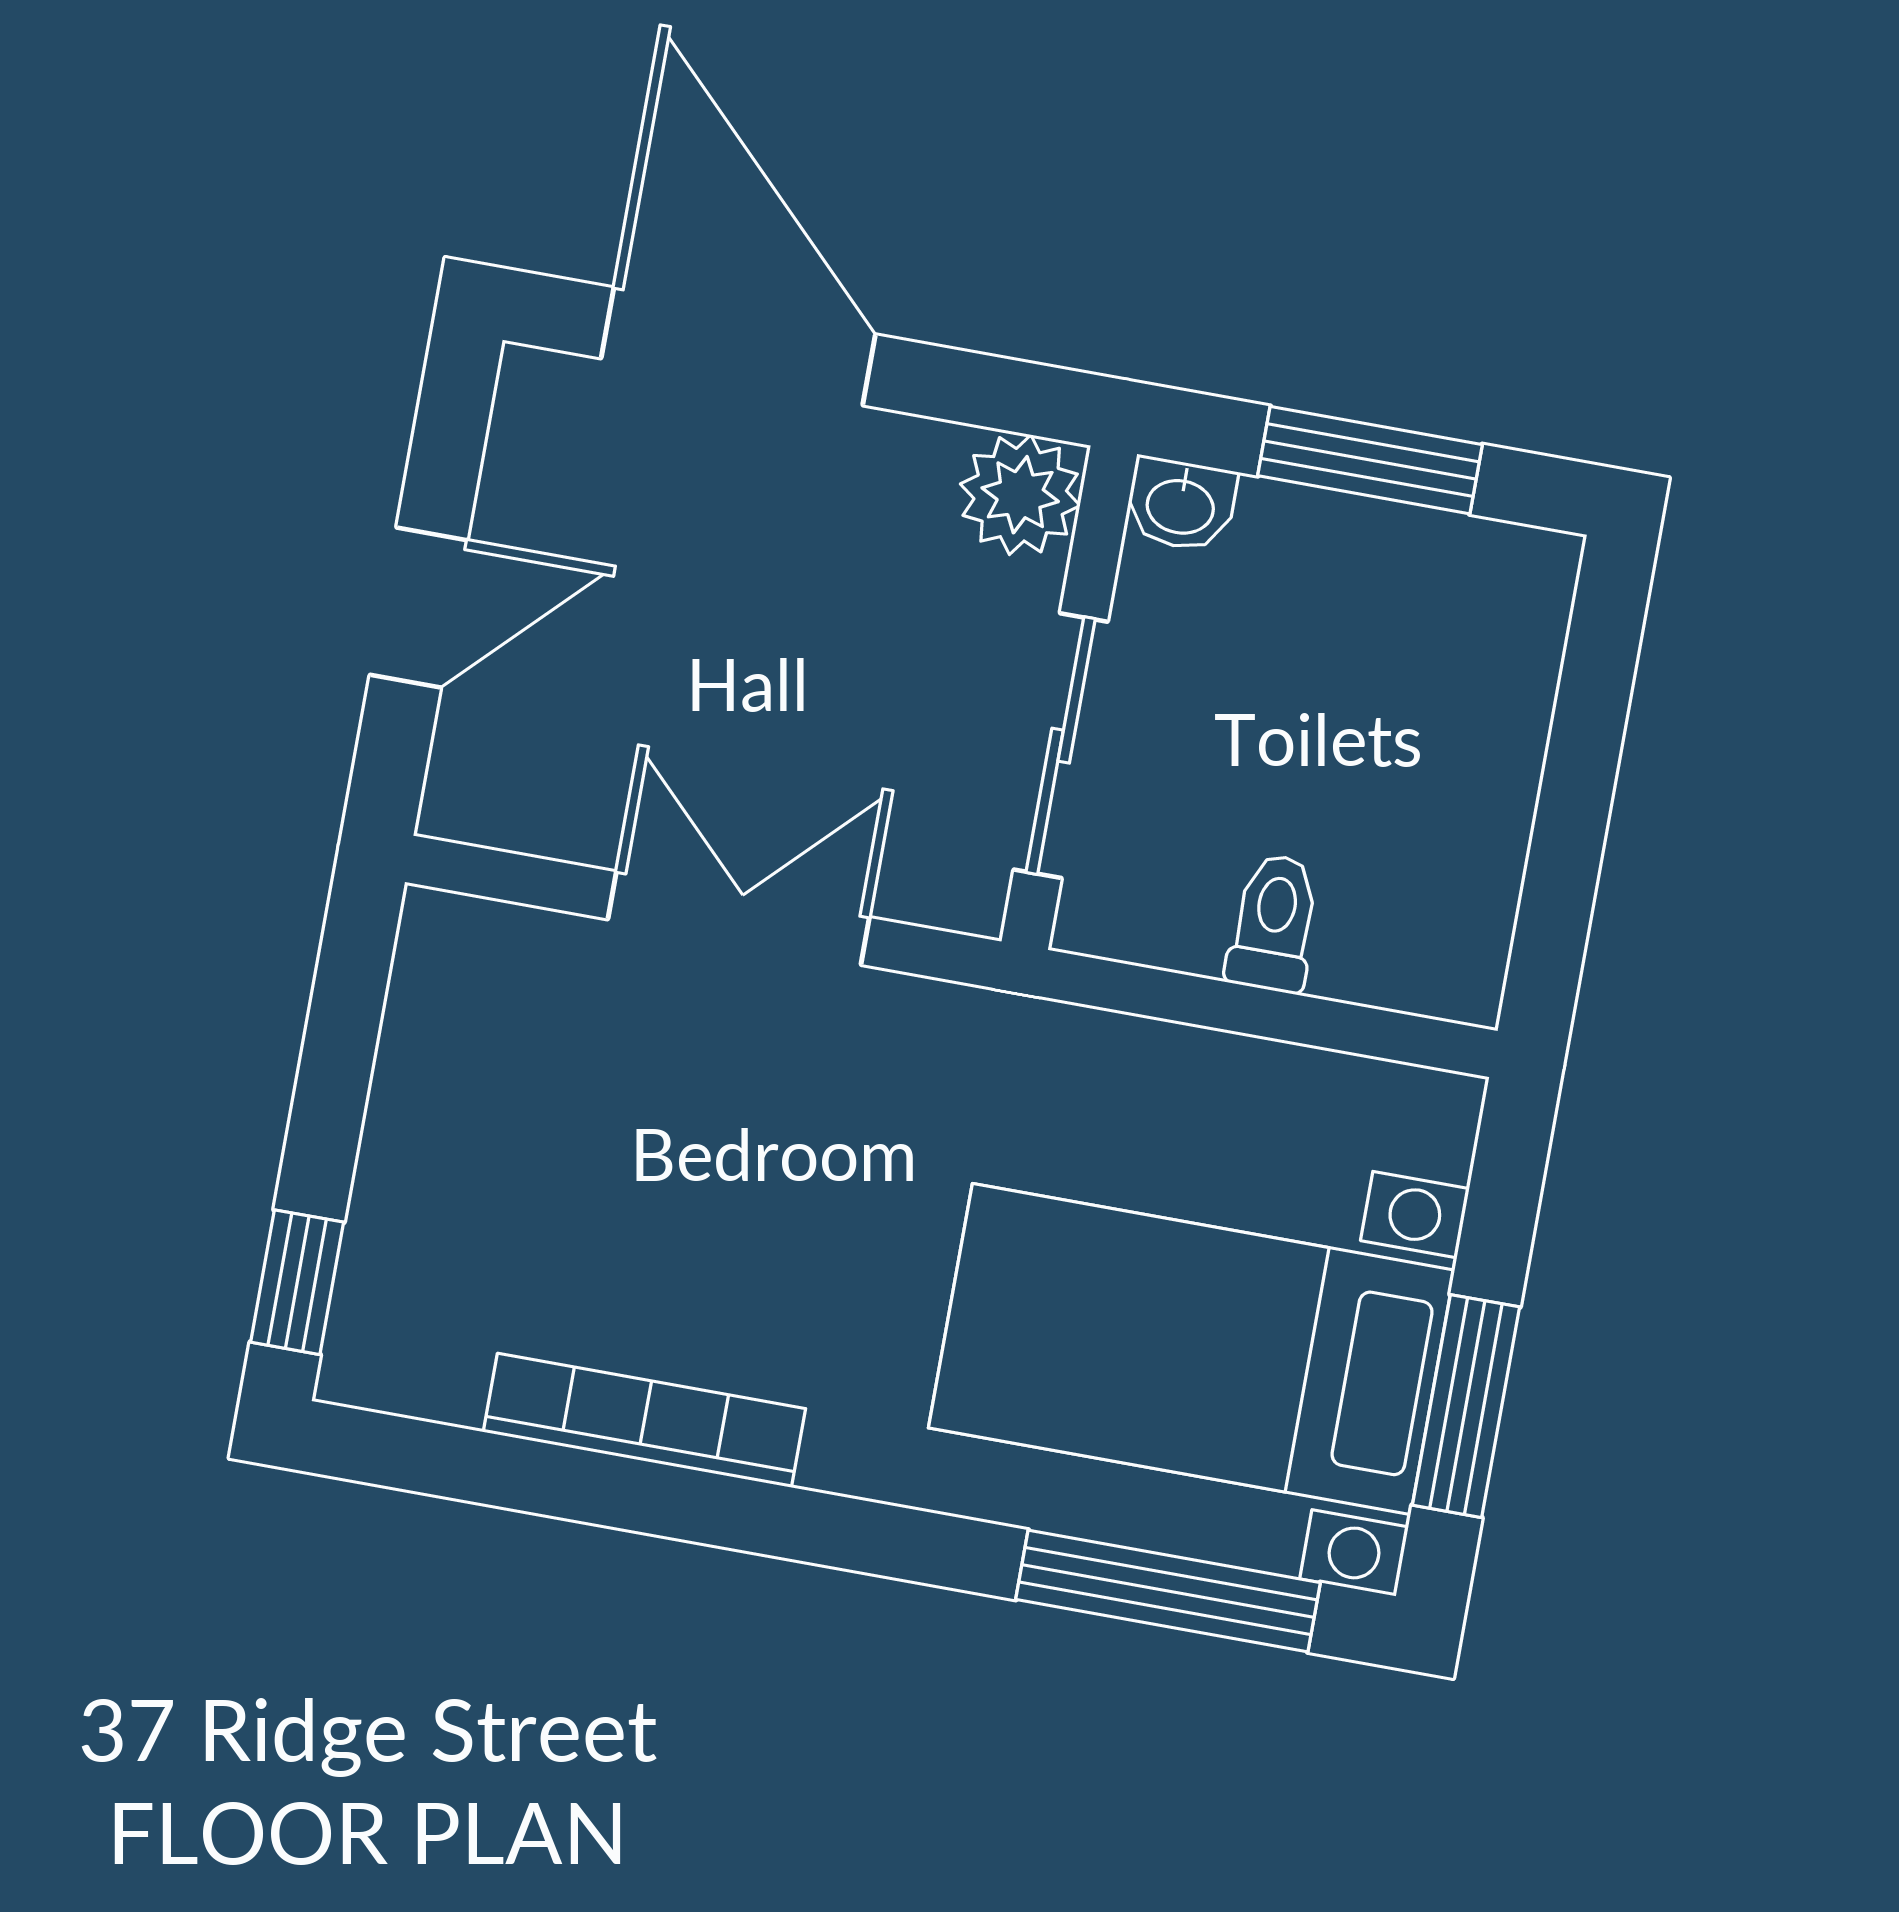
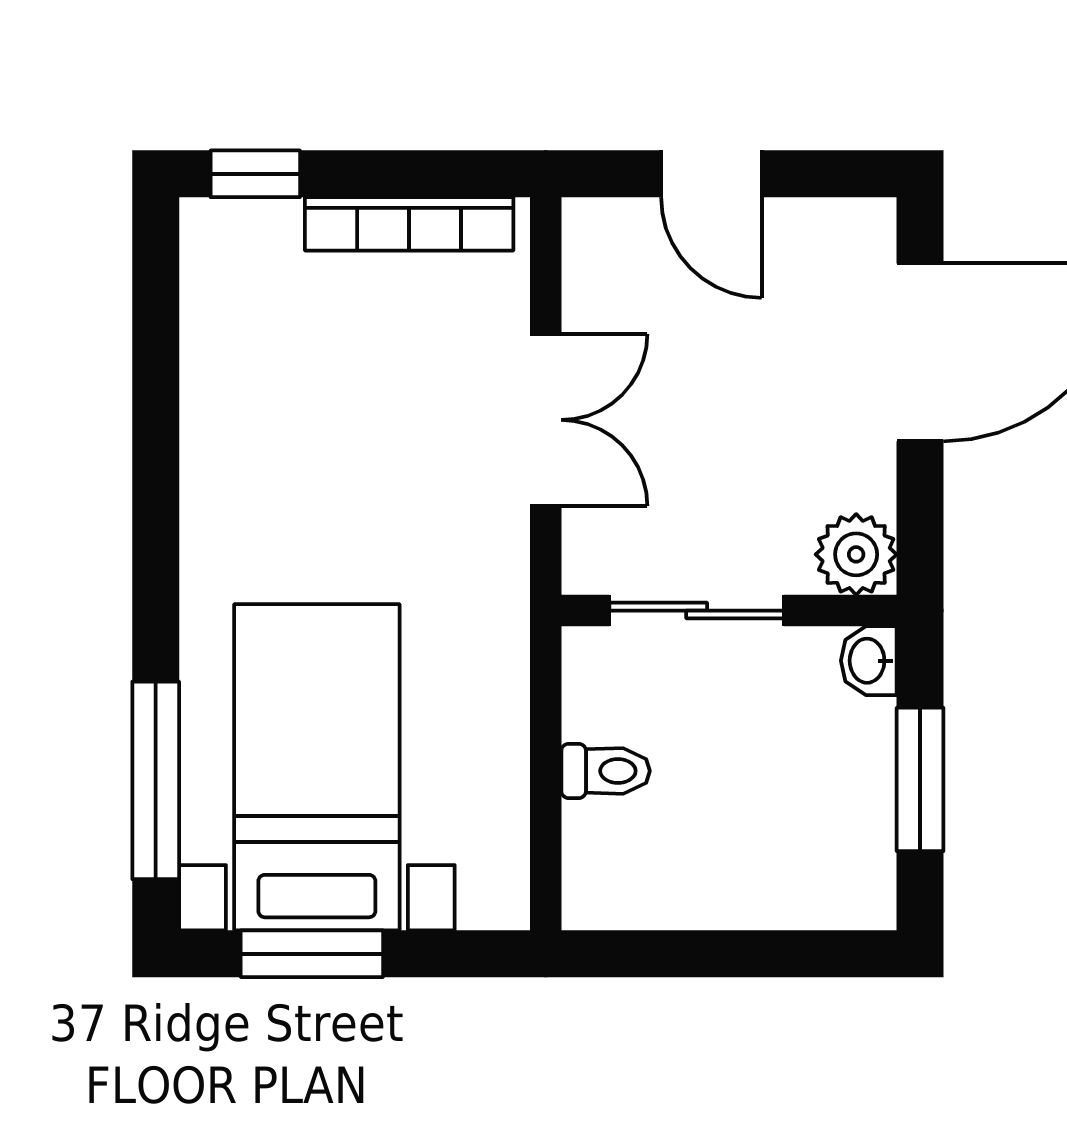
bookcase: (644, 1420) -> (409, 224), moved, turned 90

